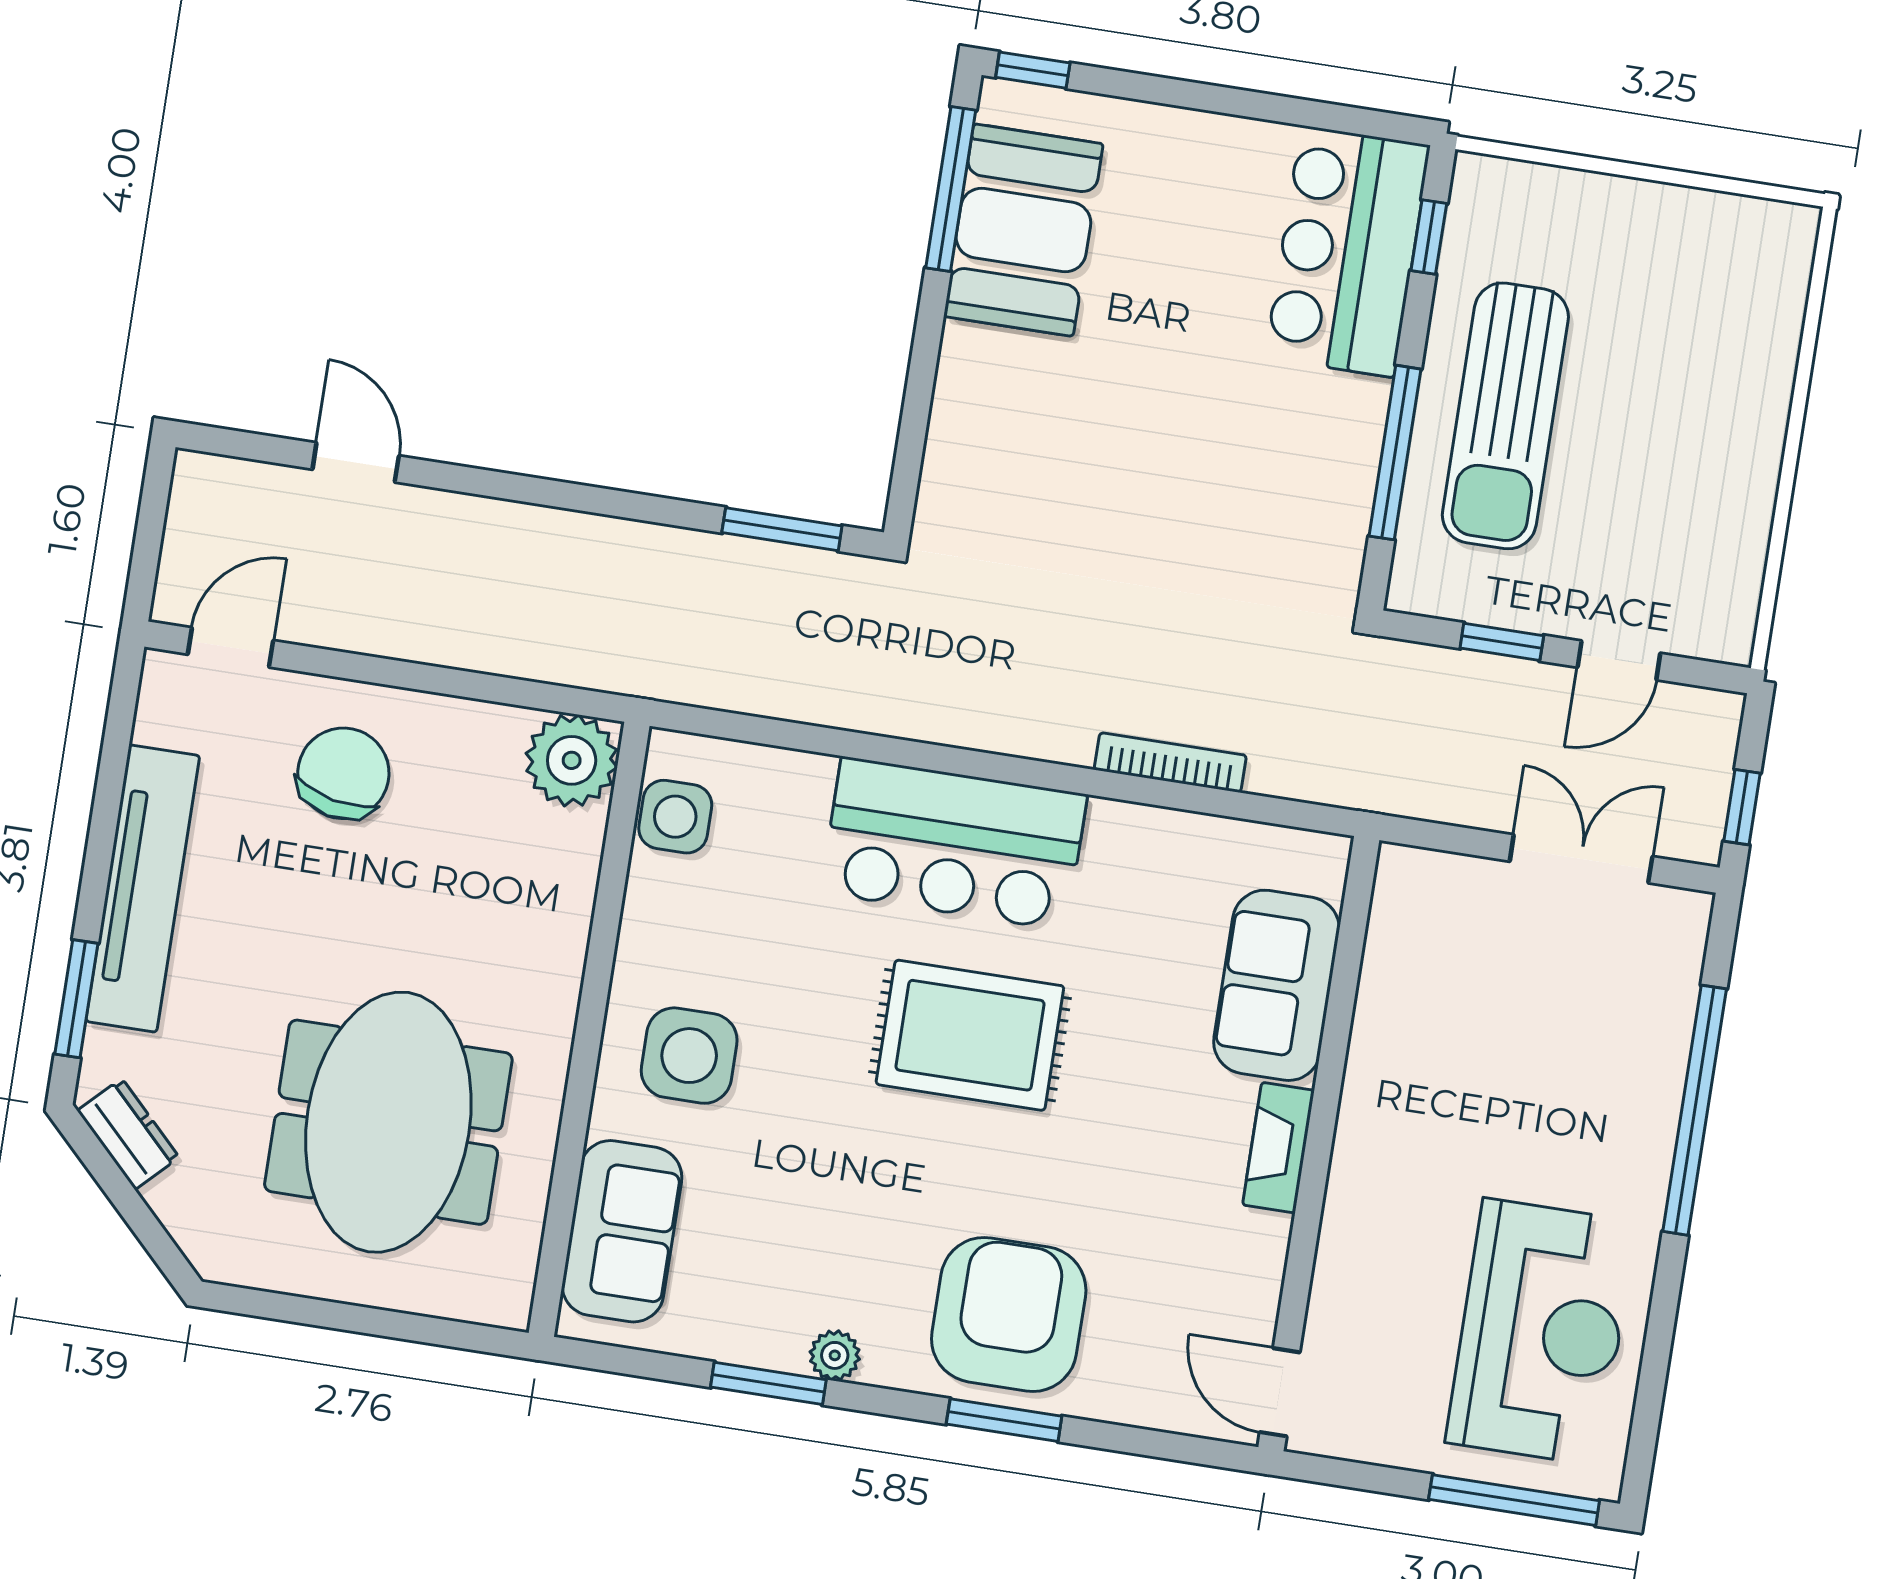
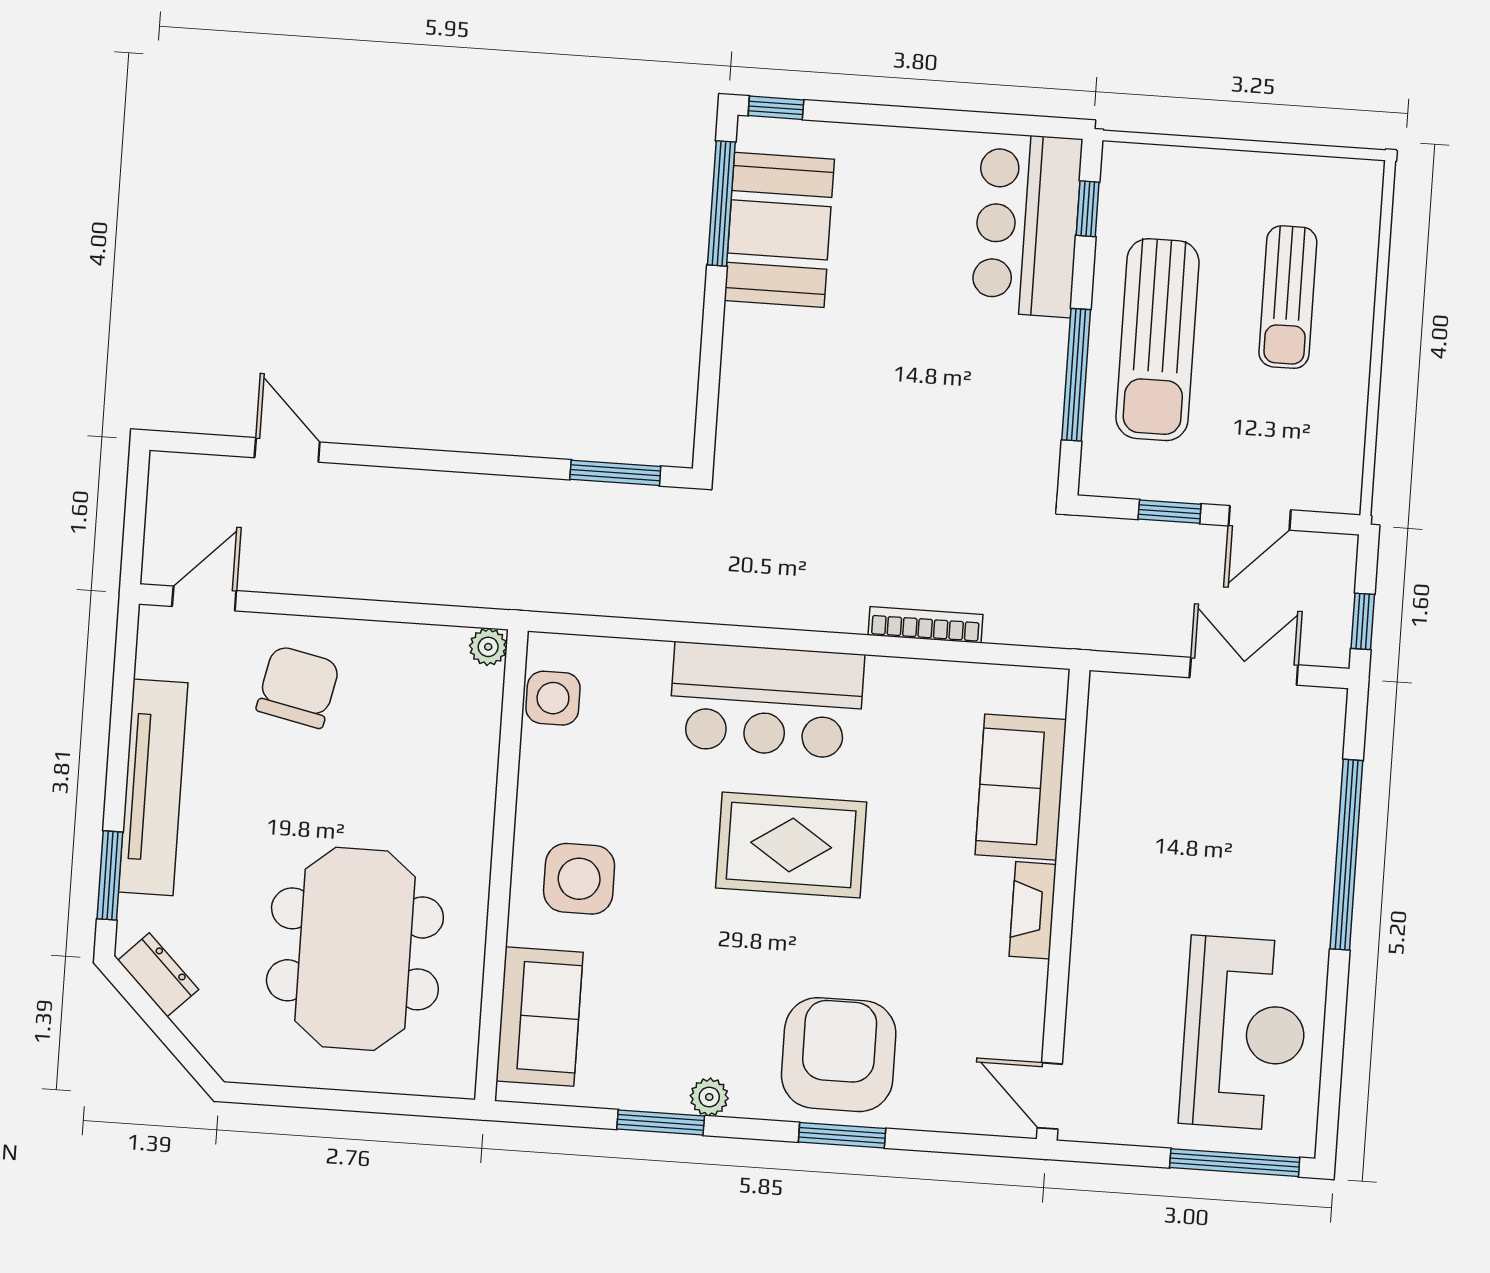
sun lounger: (1680, 375) -> (1288, 297), added
plant: (572, 760) -> (488, 647), width x0.53, depth x0.53

